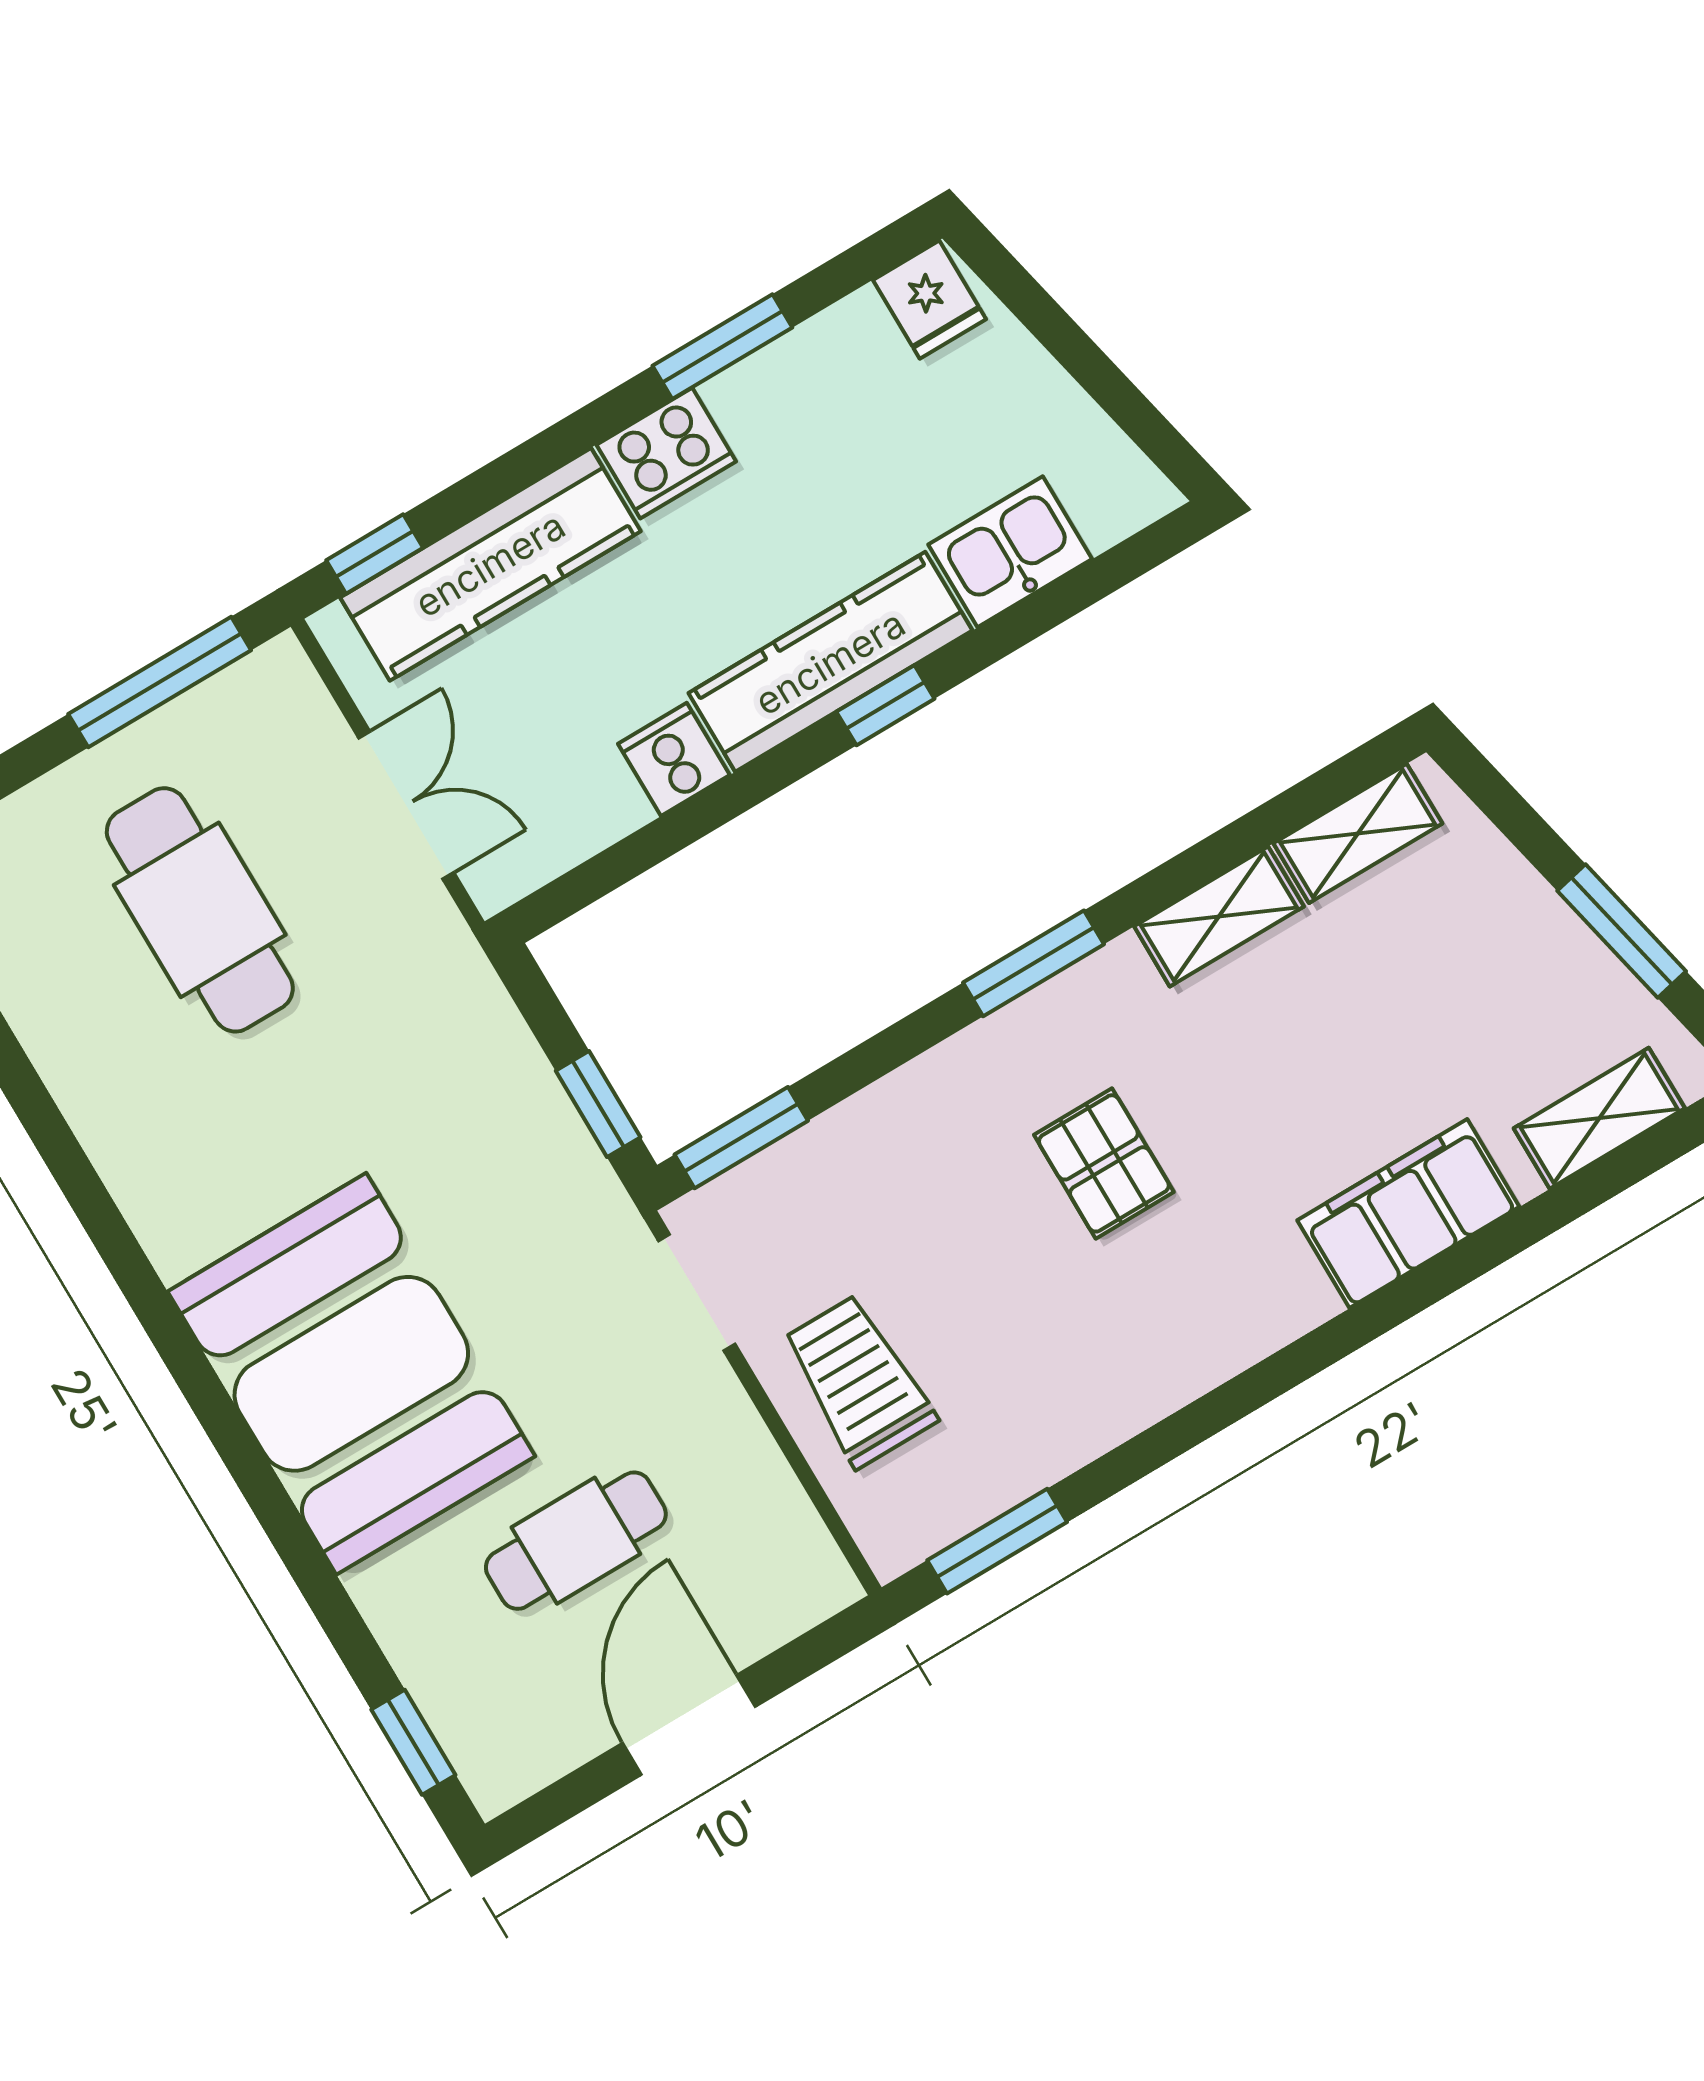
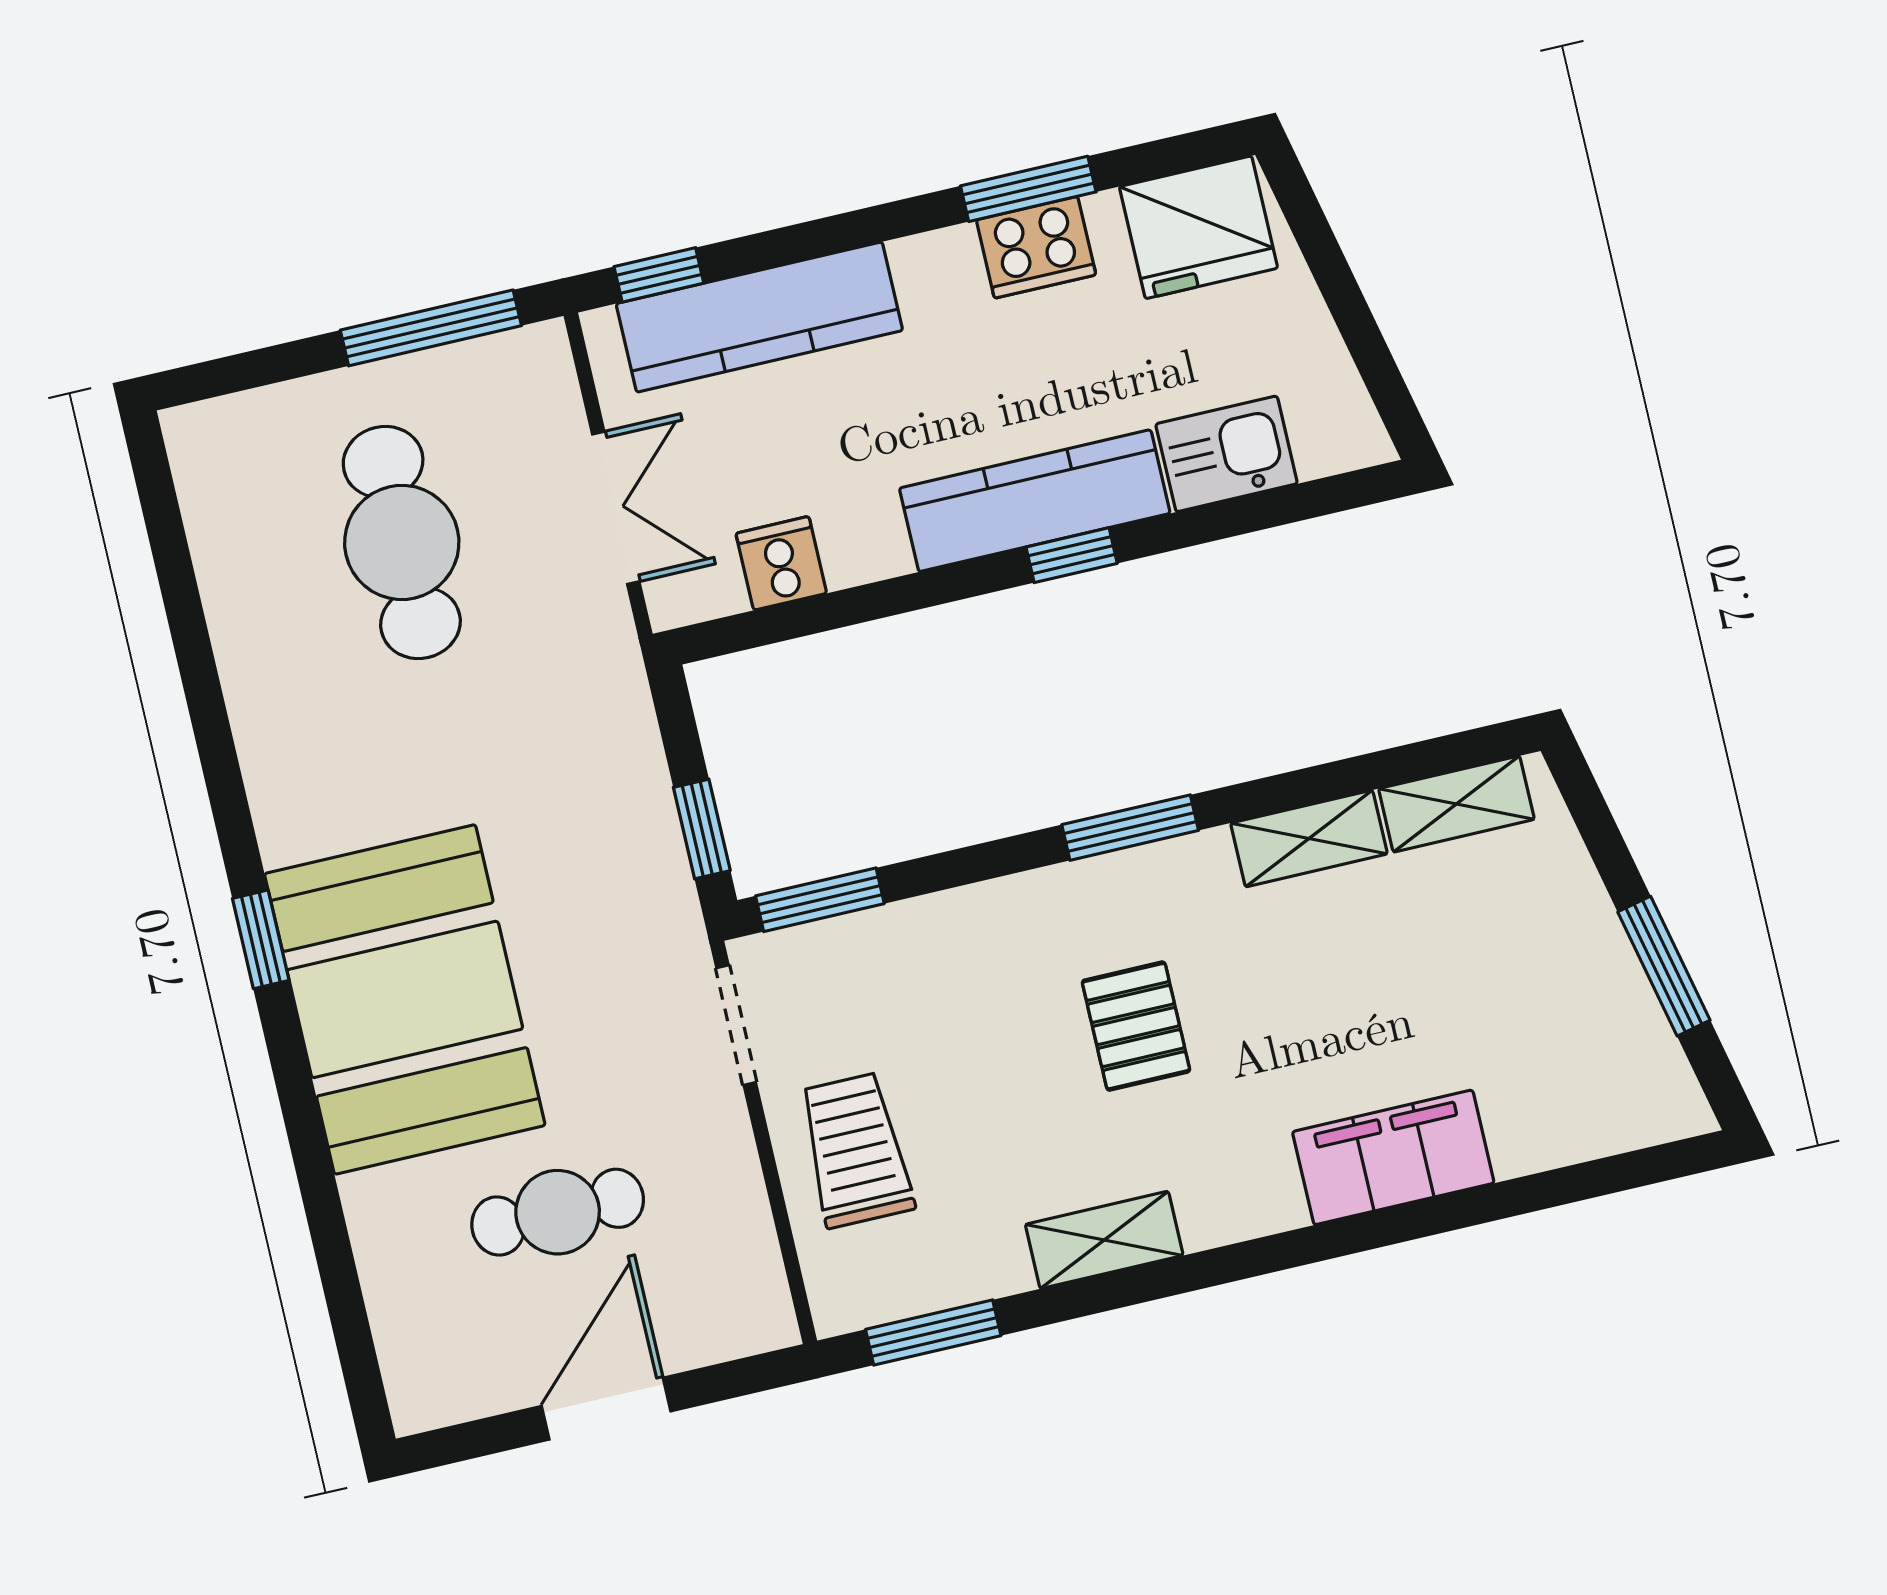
fridge: (929, 300) -> (1198, 227), width x1.88, depth x1.34
cooker: (666, 453) -> (1036, 247), moved
cooker: (674, 759) -> (781, 563), moved
shelving: (1599, 1118) -> (1104, 1240), moved
window: (413, 1742) -> (261, 939), moved

